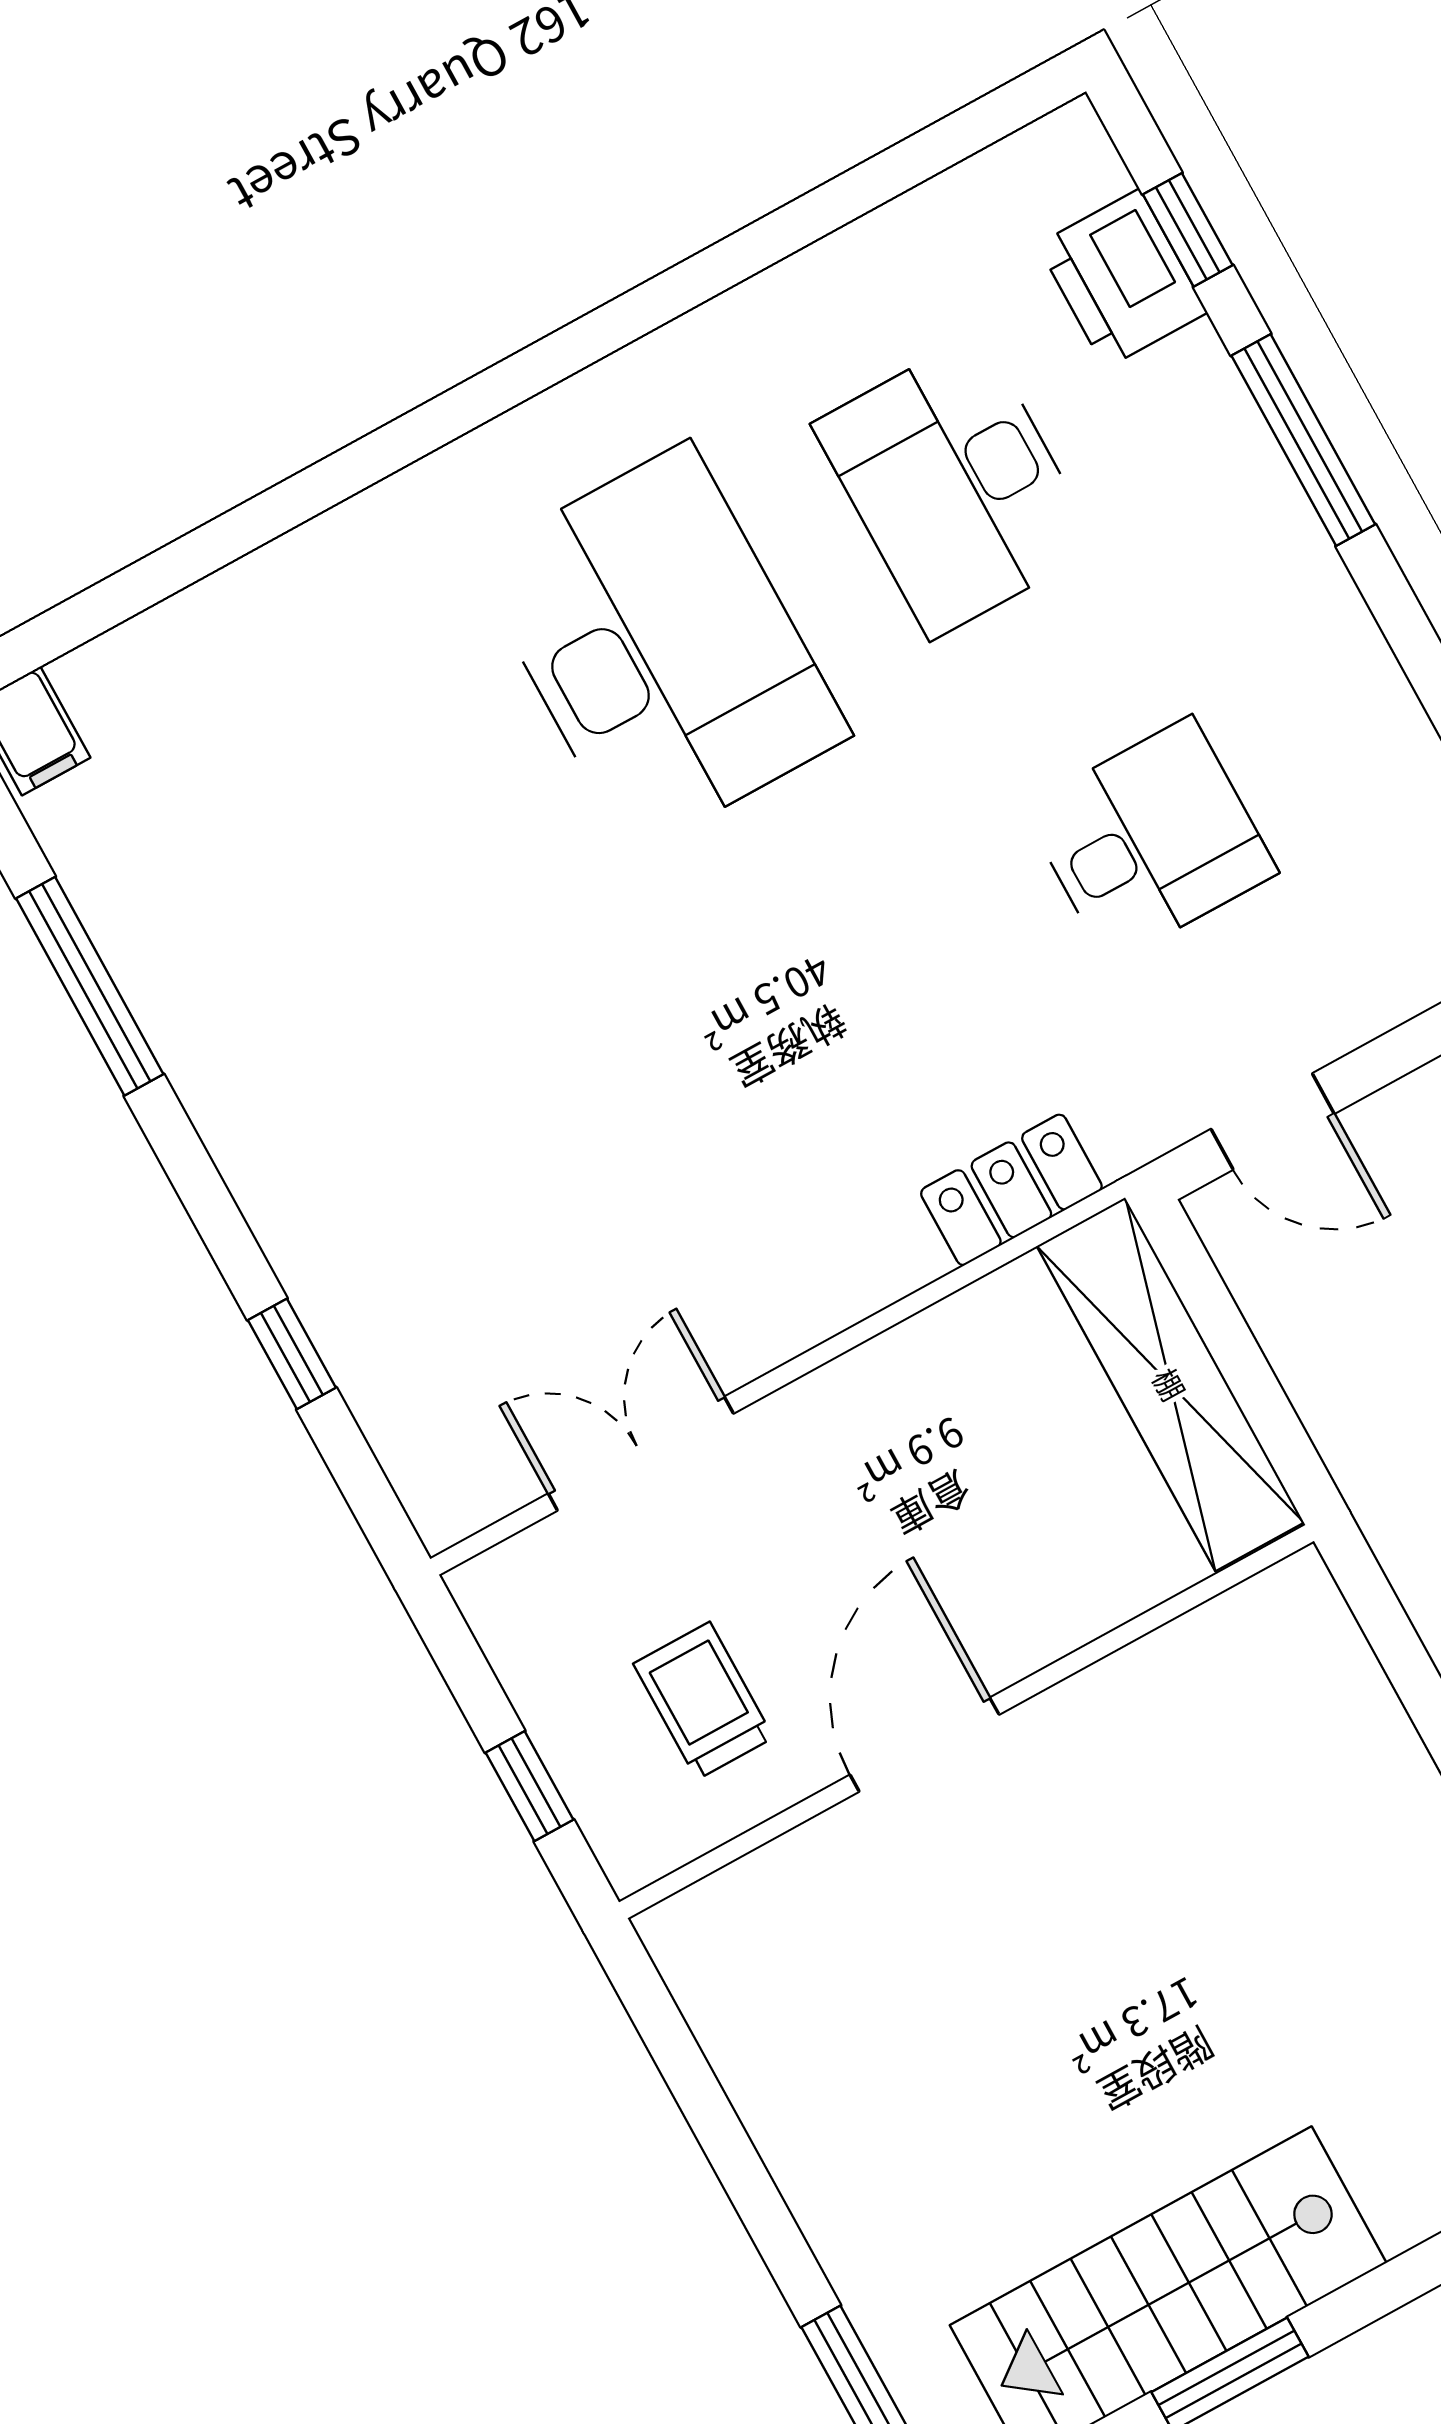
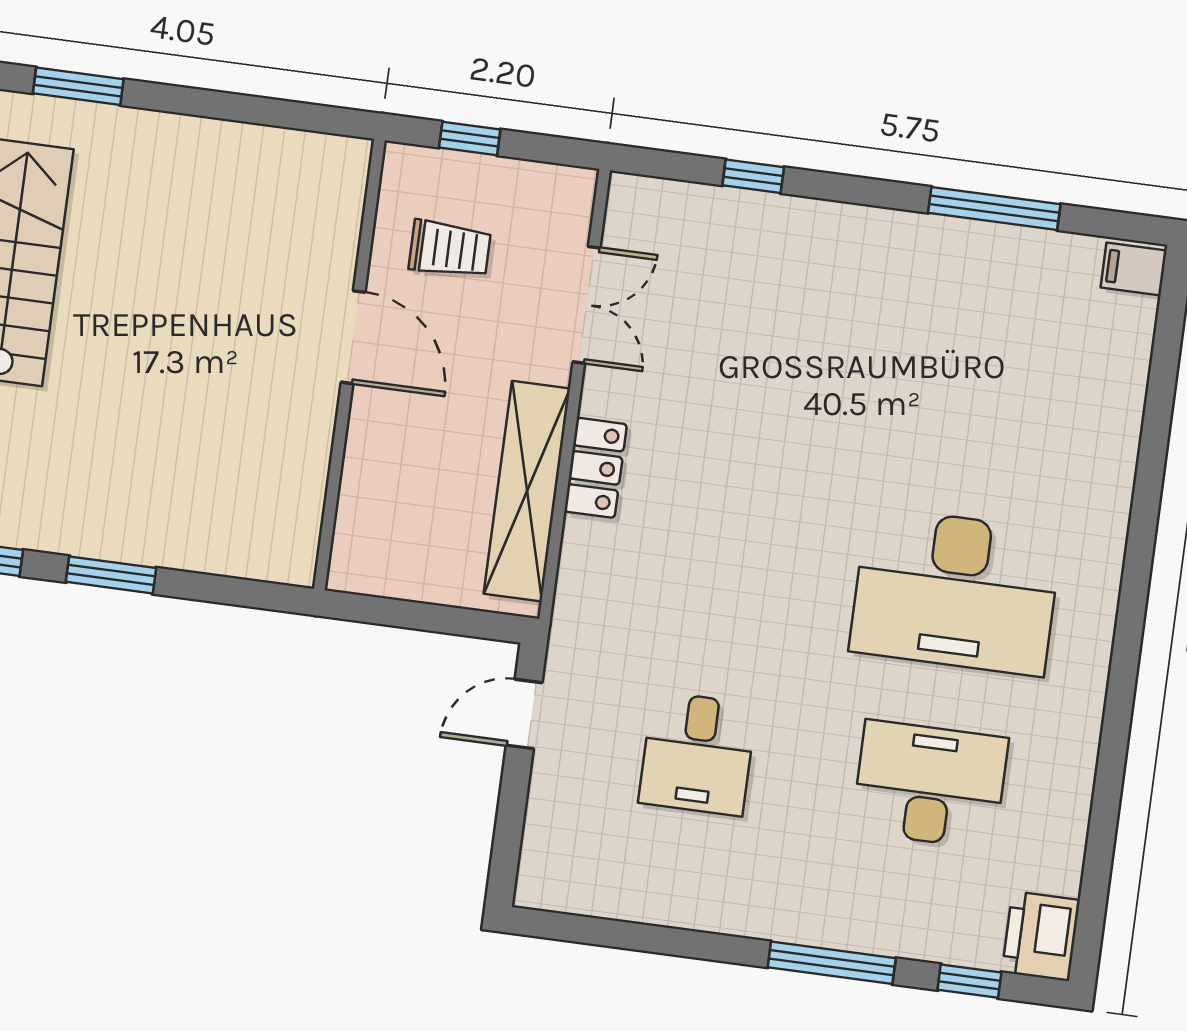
printer: (1122, 279) -> (1041, 936), moved, turned -90
locker: (1011, 1190) -> (596, 468), moved
shelving: (1170, 1384) -> (527, 491), moved, turned 90

